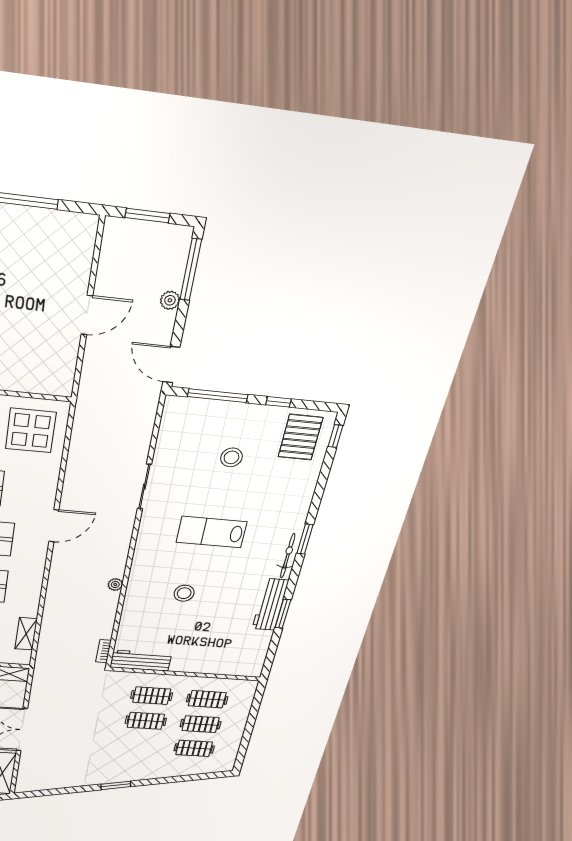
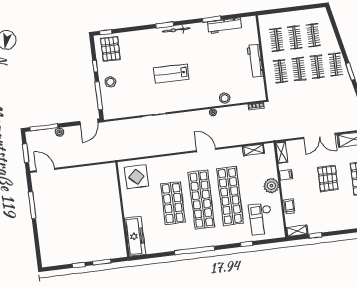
door: (87, 315) -> (45, 170), moved
pallet: (300, 437) -> (110, 49), turned 90
stool: (231, 457) -> (110, 82), moved
door: (54, 526) -> (206, 150), moved
lab bench: (212, 532) -> (171, 74), turned 90
stool: (184, 593) -> (225, 98), moved
workbench: (270, 605) -> (225, 26), moved
workbench: (141, 661) -> (255, 61), moved
clothes rail: (140, 745) -> (317, 67), added
clothes rail: (135, 769) -> (335, 64), added

